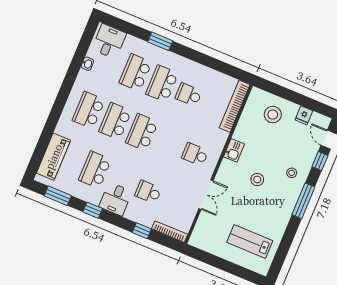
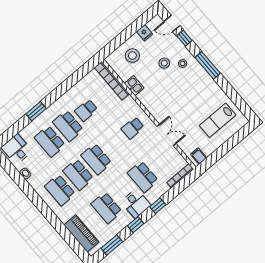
kitchen sink: (234, 150) -> (134, 86), moved
stool: (257, 180) -> (164, 63), moved
school desk: (148, 192) -> (143, 177), width x1.85
window: (142, 231) -> (158, 206), moved
filing cabinet: (201, 241) -> (199, 156), added

